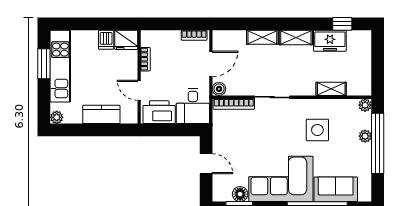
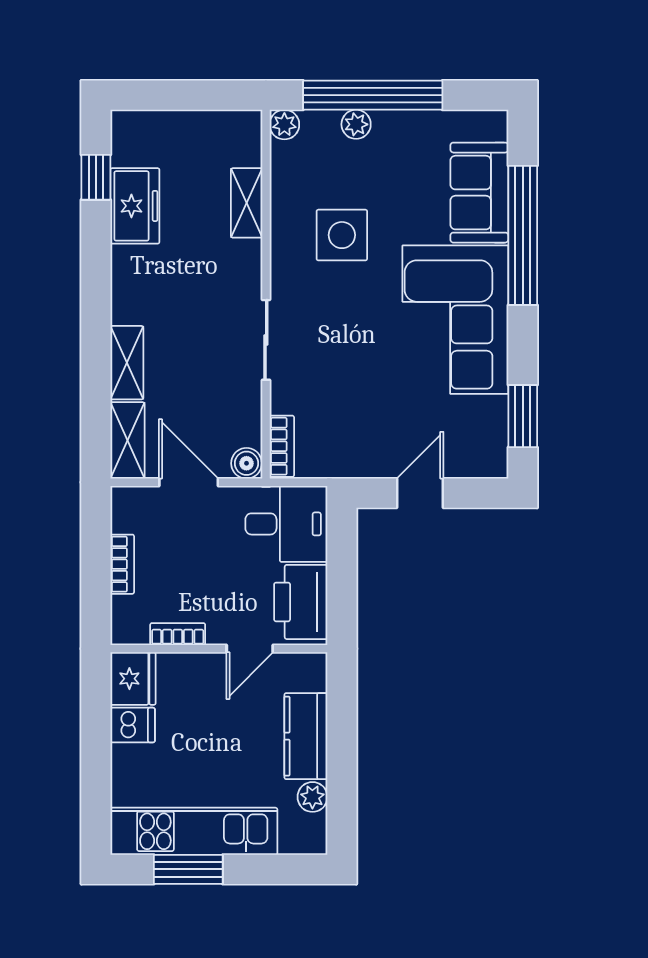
bookcase: (194, 35) -> (122, 564), moved
shelving: (296, 38) -> (128, 440), moved
bookcase: (234, 104) -> (282, 446), width x0.64
plant: (57, 117) -> (312, 797), moved
floor lamp: (240, 194) -> (491, 414), removed

